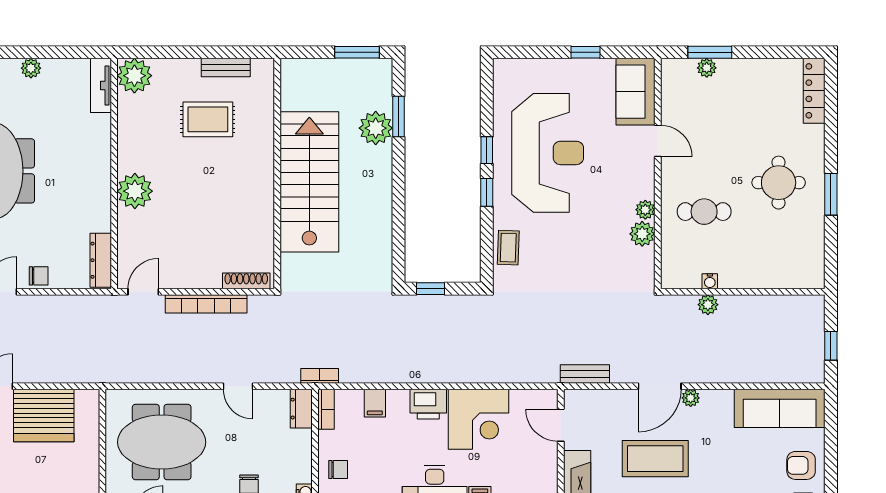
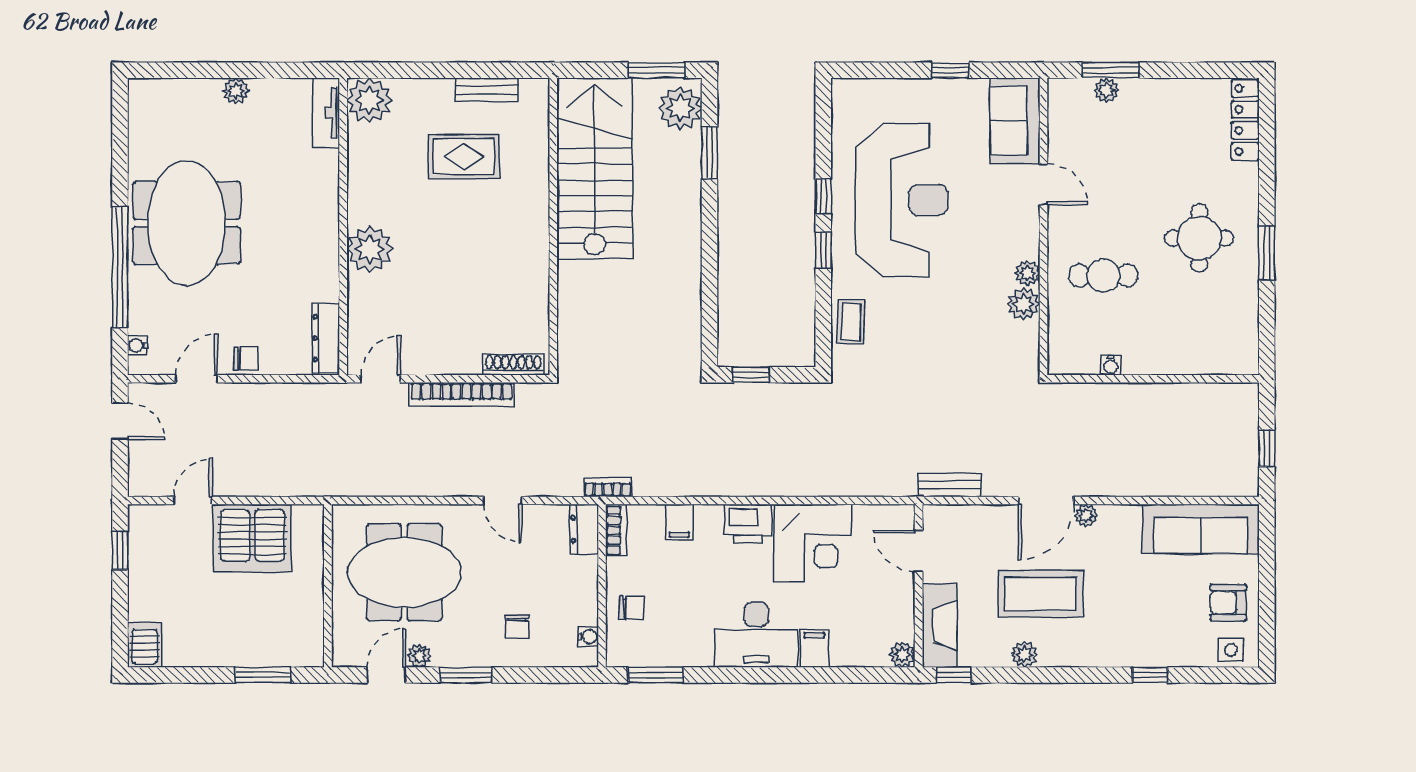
plant: (376, 128) -> (680, 108), moved
stairs: (309, 182) -> (595, 168), moved
plant: (708, 305) -> (1108, 395), removed

